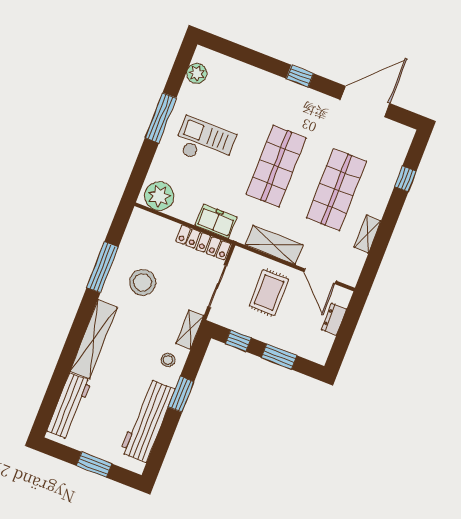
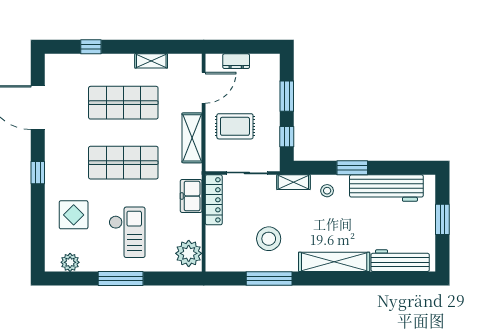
display table: (243, 96) -> (74, 215), added
checkout: (205, 143) -> (127, 232), turned 180

